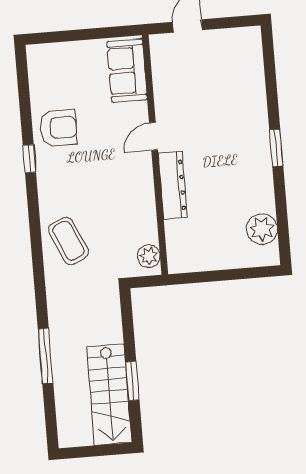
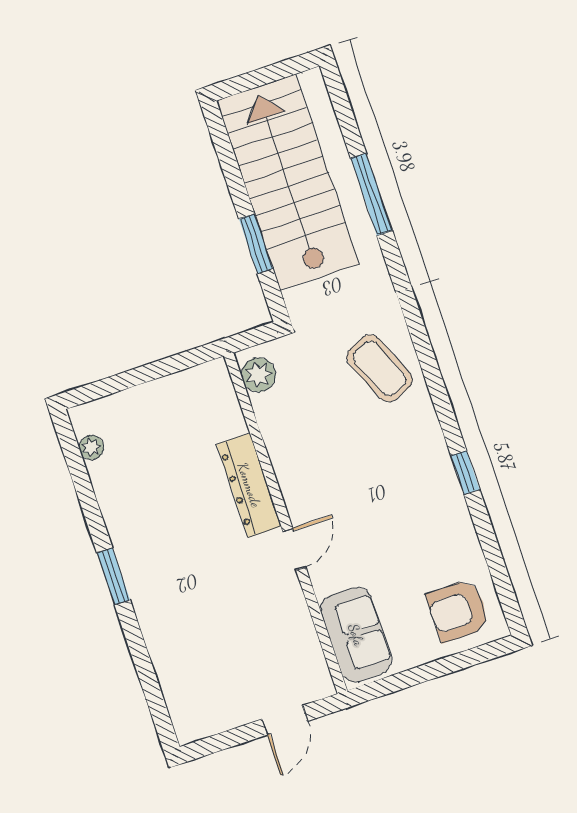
armchair: (58, 128) -> (458, 611), moved
plant: (262, 229) -> (92, 447), width x0.53, depth x0.53
window: (132, 381) -> (256, 244), moved
stairs: (109, 395) -> (288, 182), width x1.36, depth x1.51

